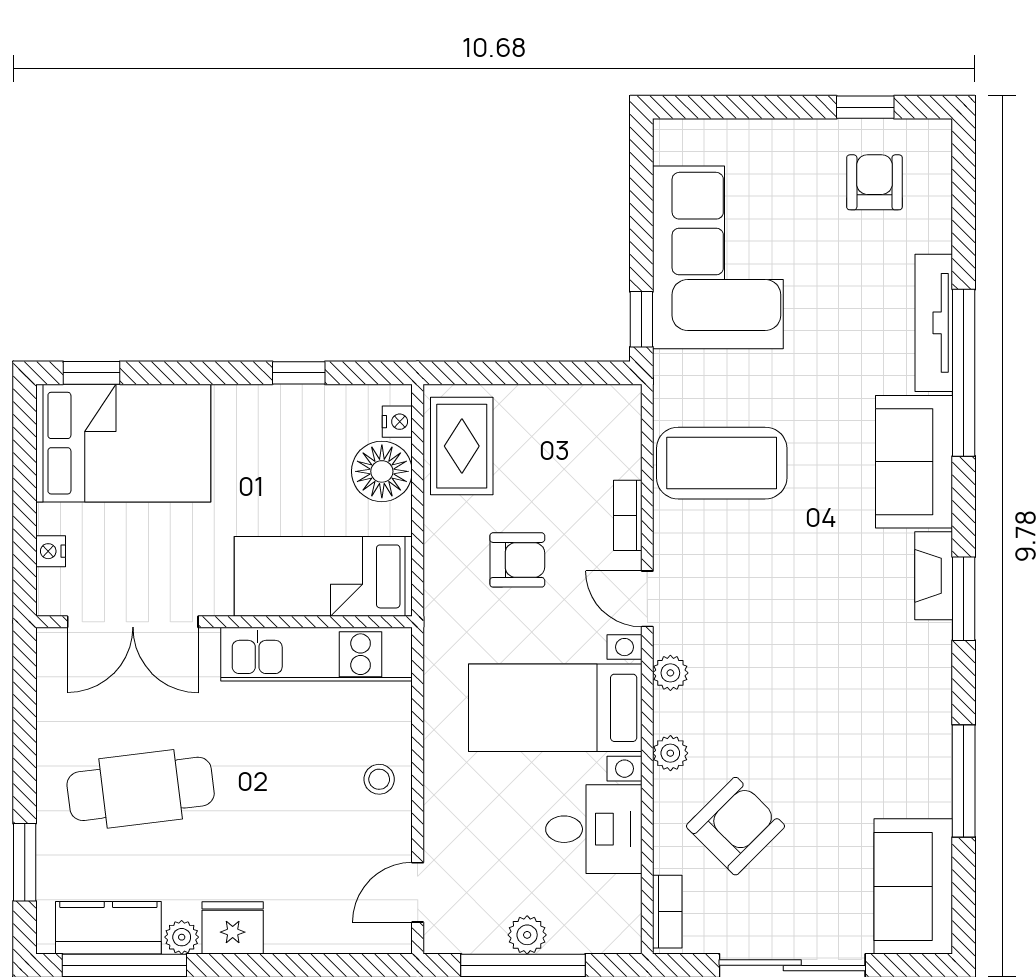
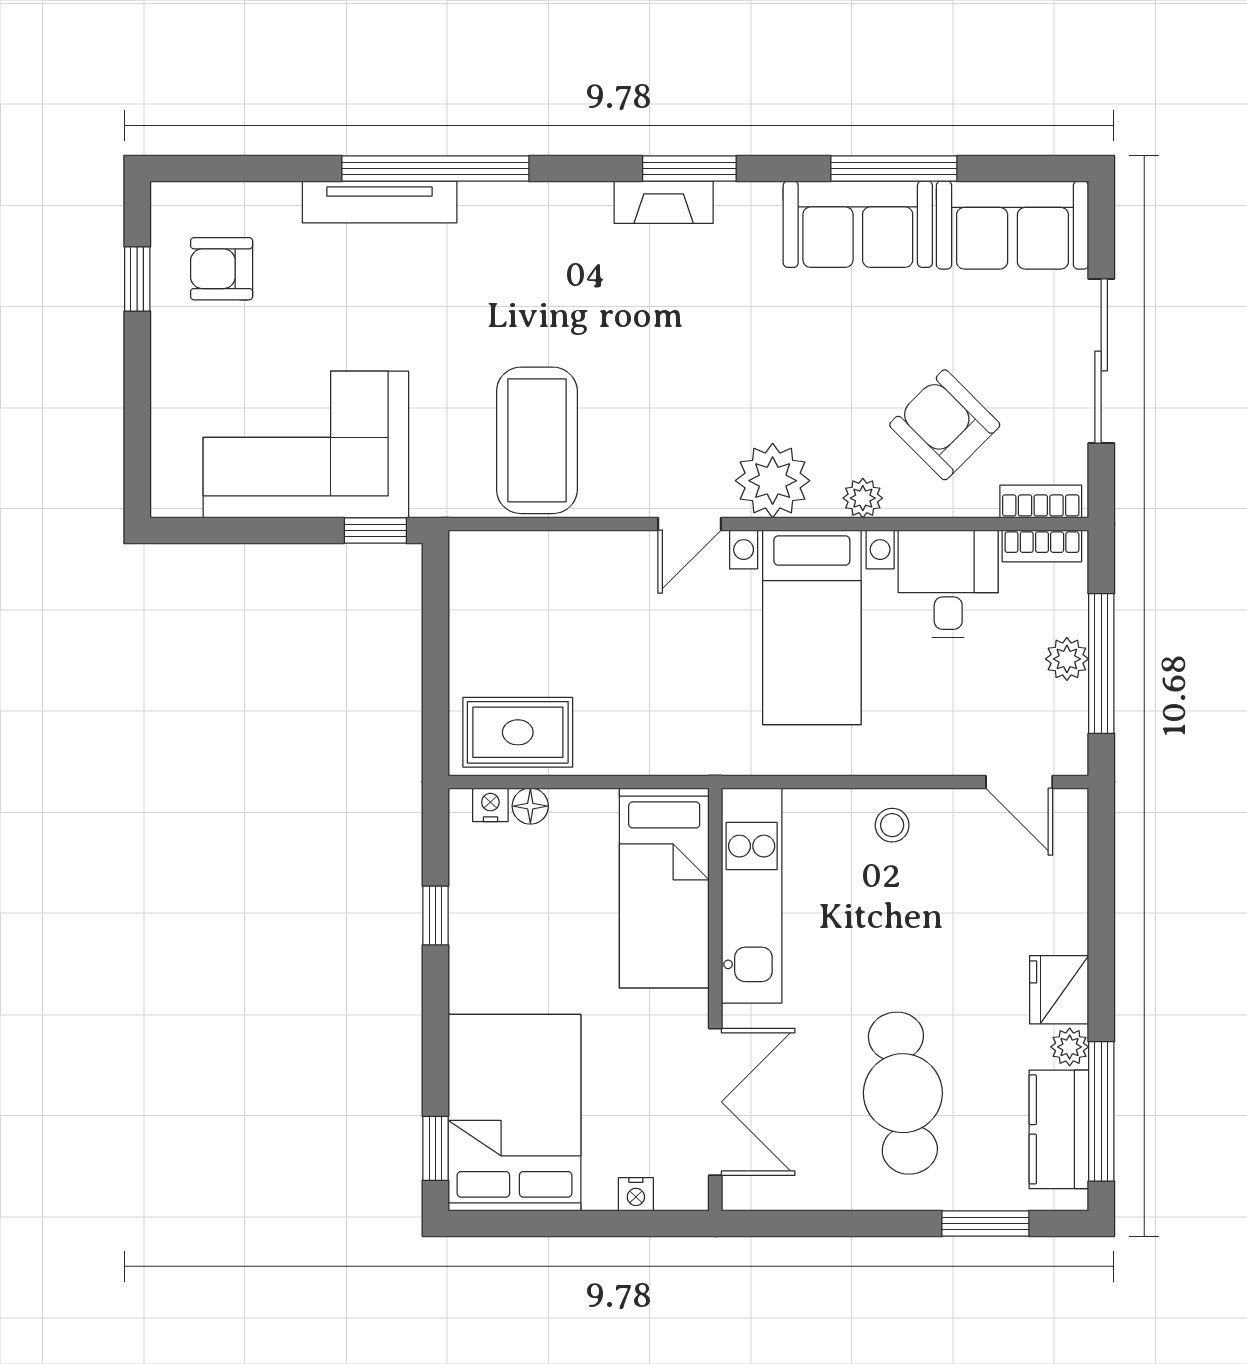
sofa: (914, 462) -> (858, 224), moved
floor lamp: (382, 471) -> (530, 806), width x0.53, depth x0.53
bookcase: (628, 515) -> (1042, 546), moved
armchair: (517, 560) -> (646, 670), removed
plant: (670, 673) -> (773, 481), width x1.88, depth x1.88

